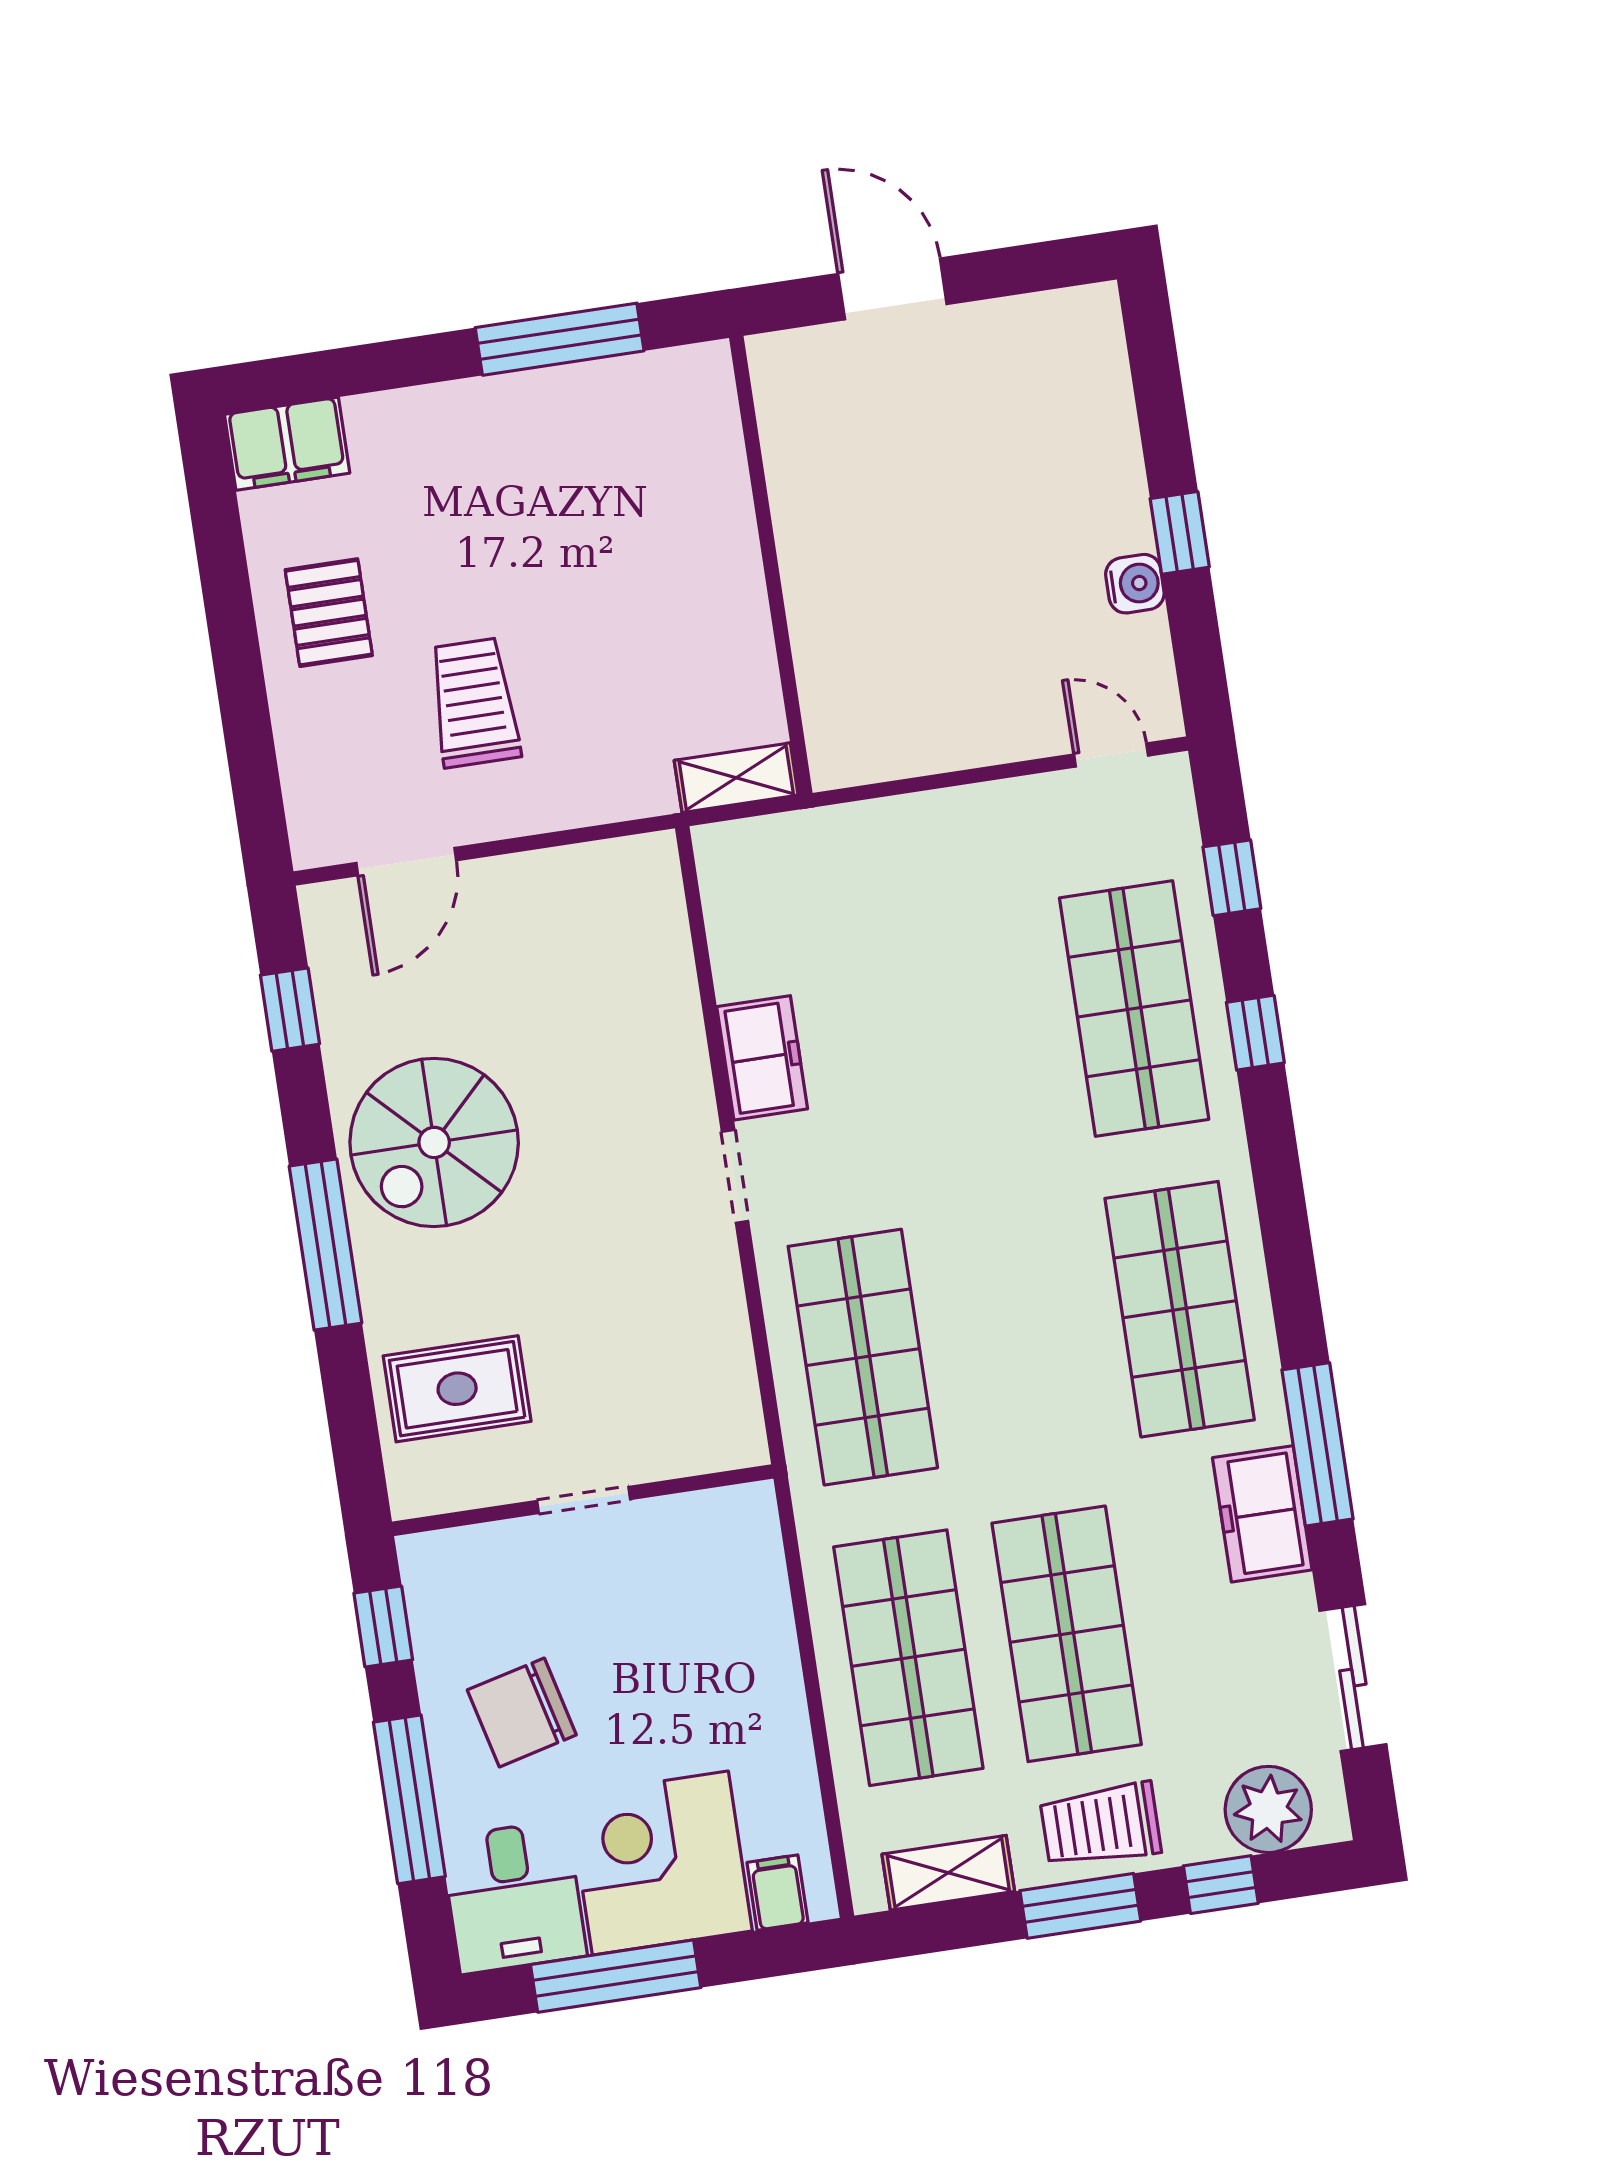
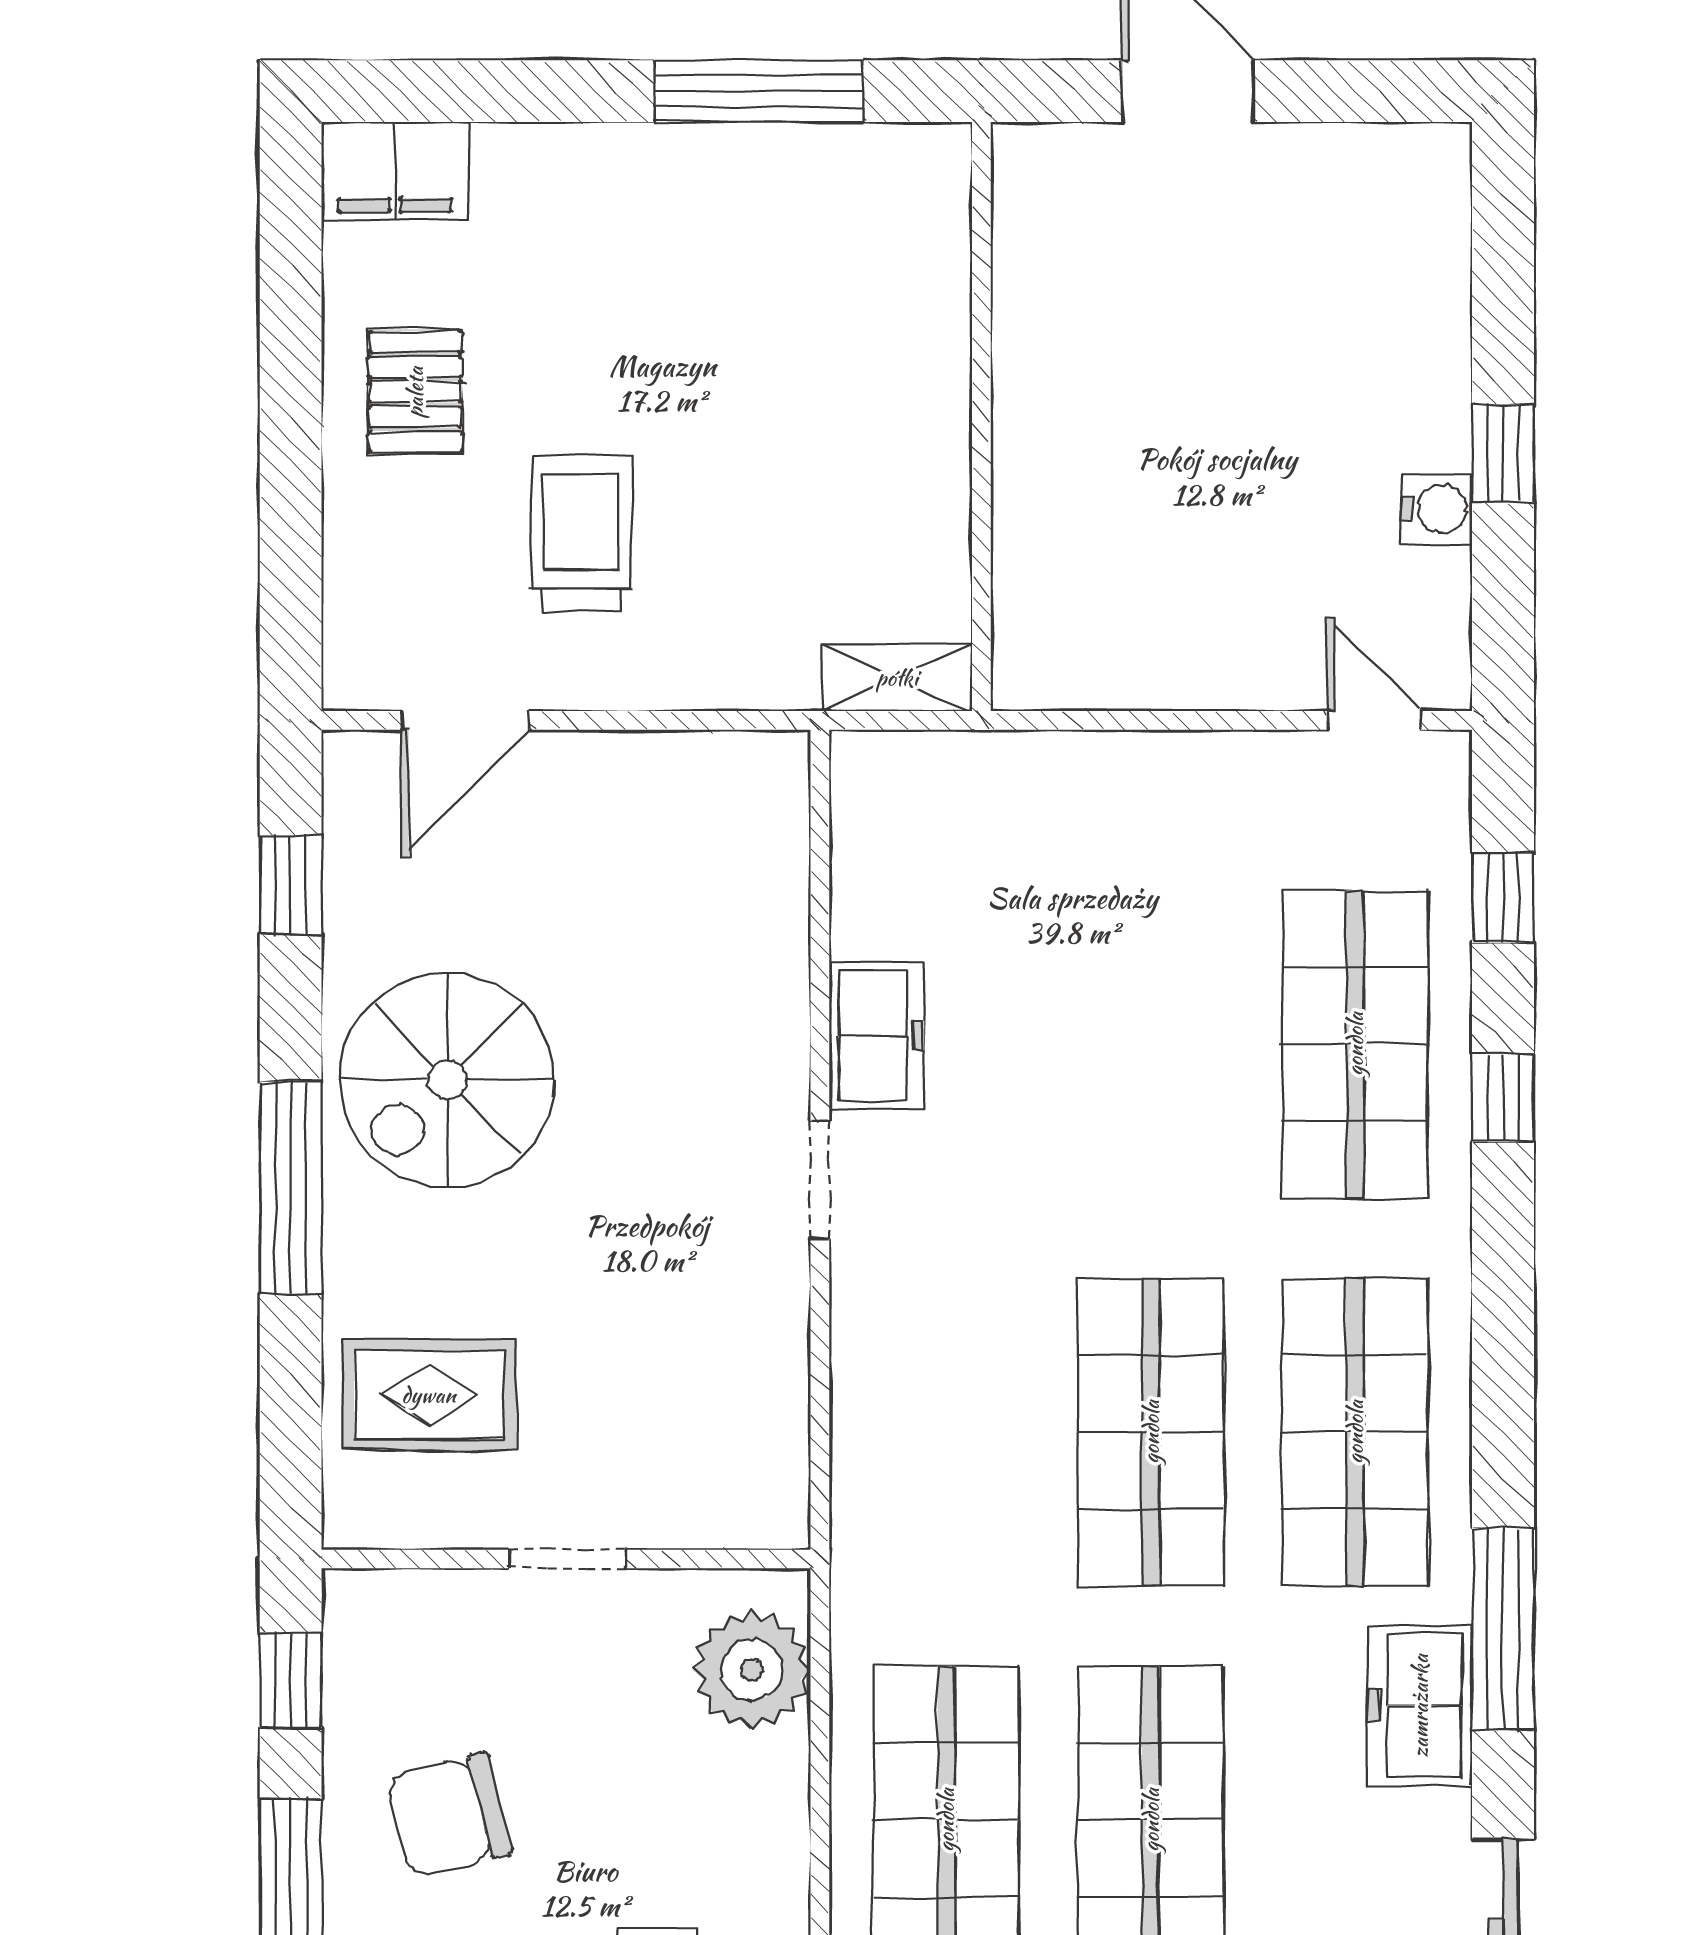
shop shelf: (863, 1357) -> (1151, 1432), moved
plant: (740, 1564) -> (752, 1670), added

